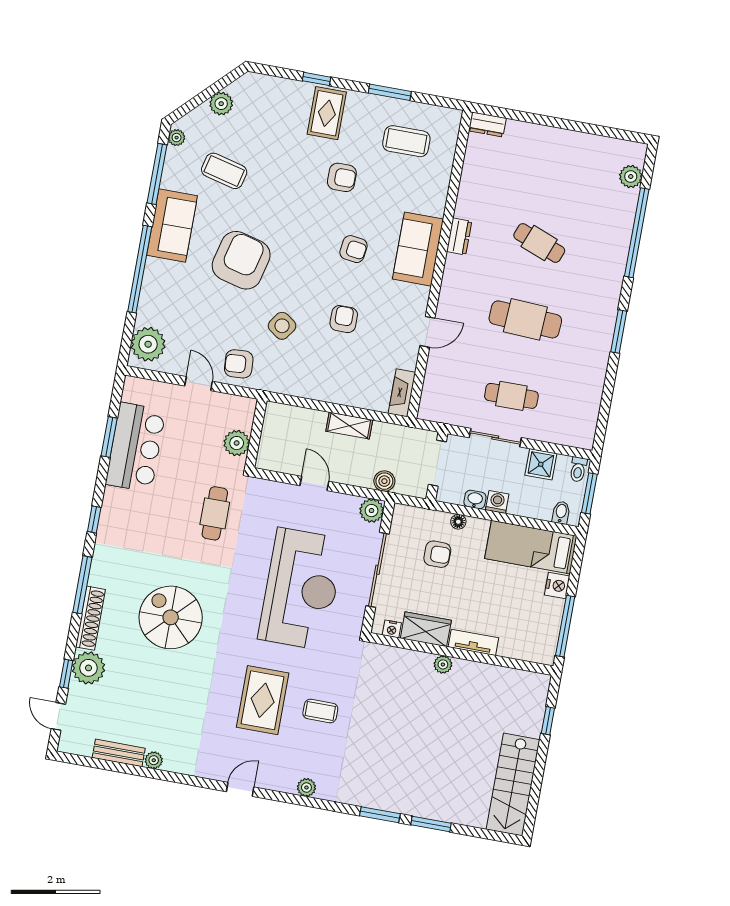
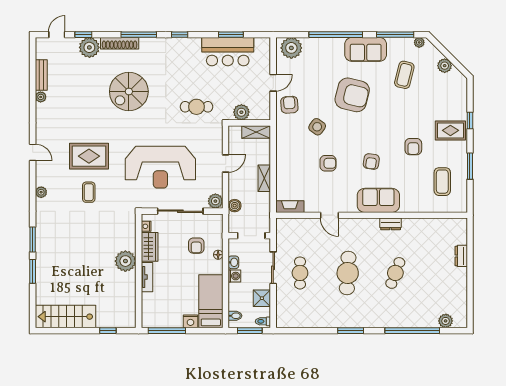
dresser: (487, 124) -> (461, 256), moved
shelving: (273, 425) -> (256, 132), added
spiral stairs: (171, 617) -> (129, 91), turned 180
plant: (443, 664) -> (125, 261), width x1.88, depth x1.88

